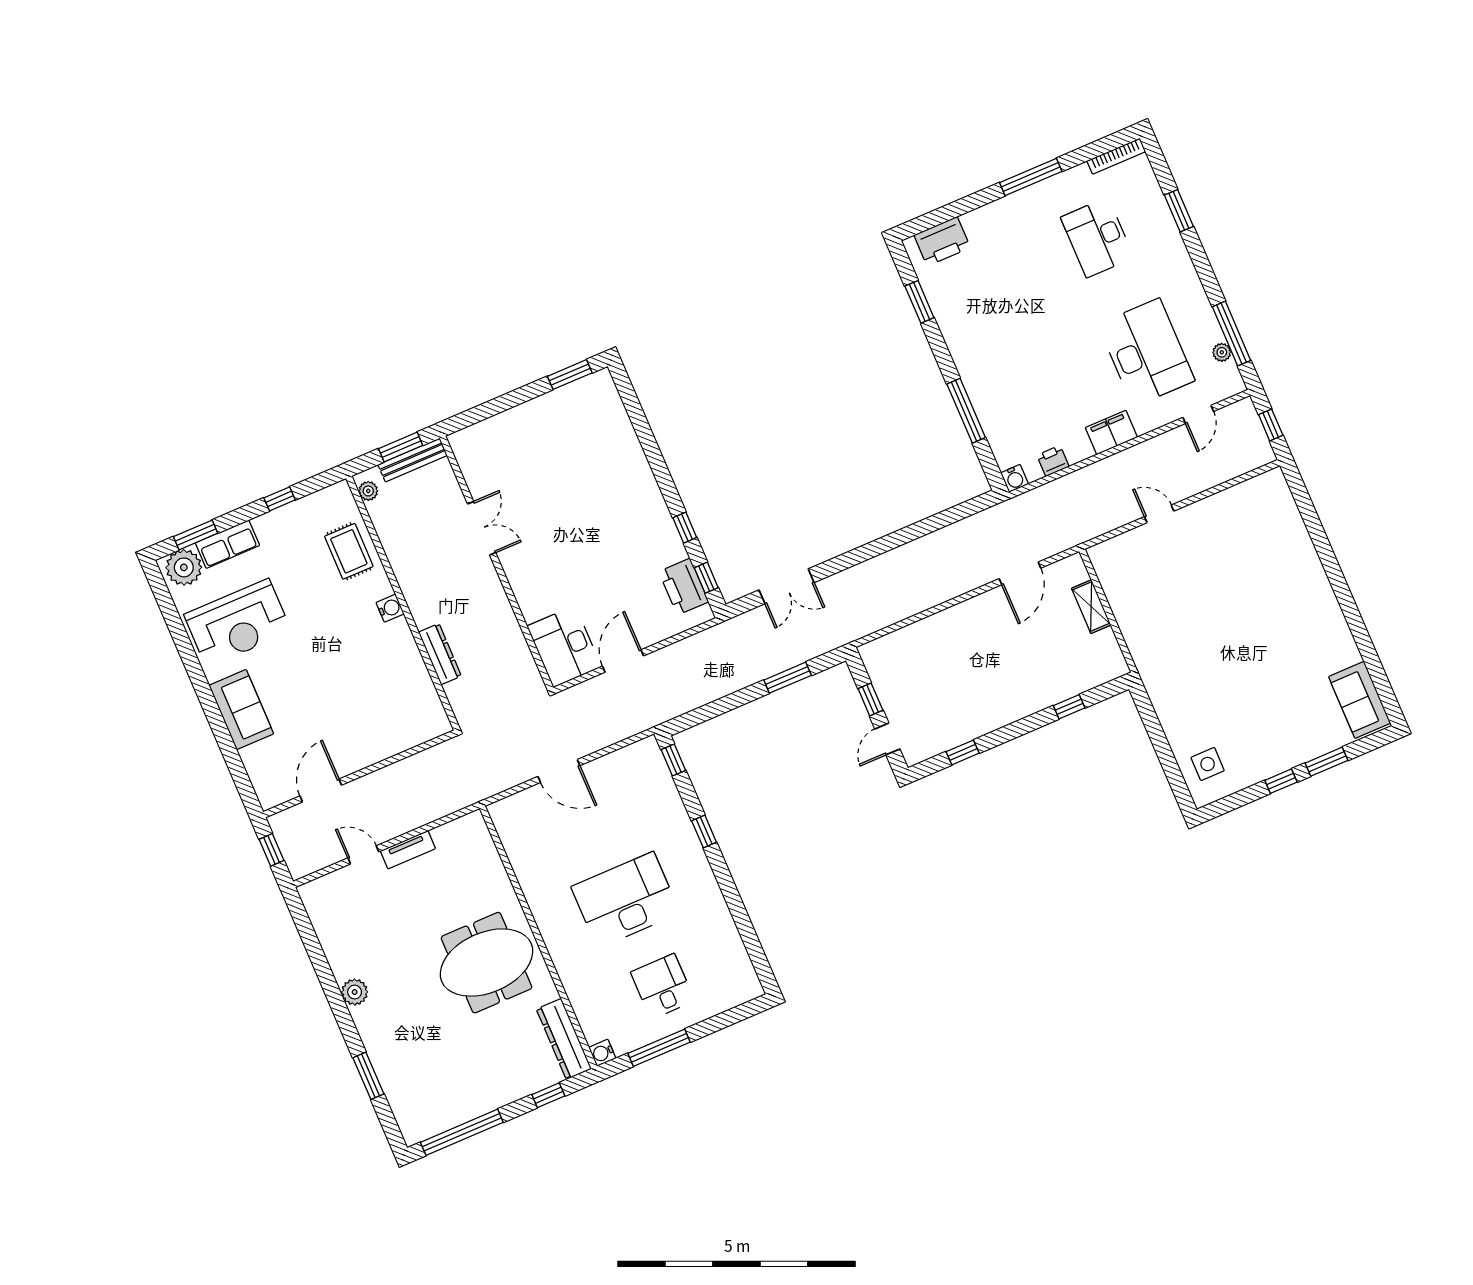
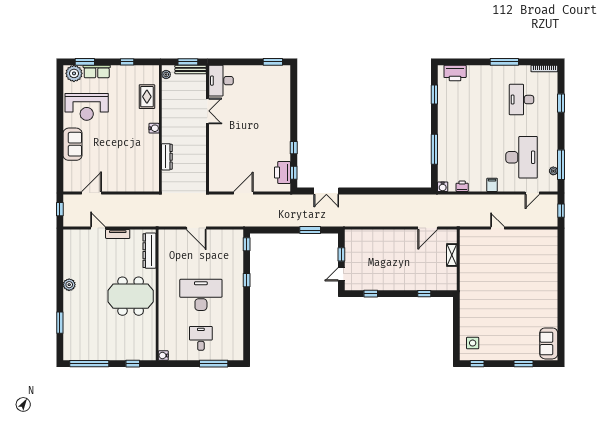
filing cabinet: (1111, 432) -> (492, 185), width x0.50
desk: (564, 646) -> (221, 81), moved
window: (1281, 781) -> (477, 364), moved
dresser: (564, 1039) -> (149, 251), moved
window: (659, 1048) -> (214, 364), moved

